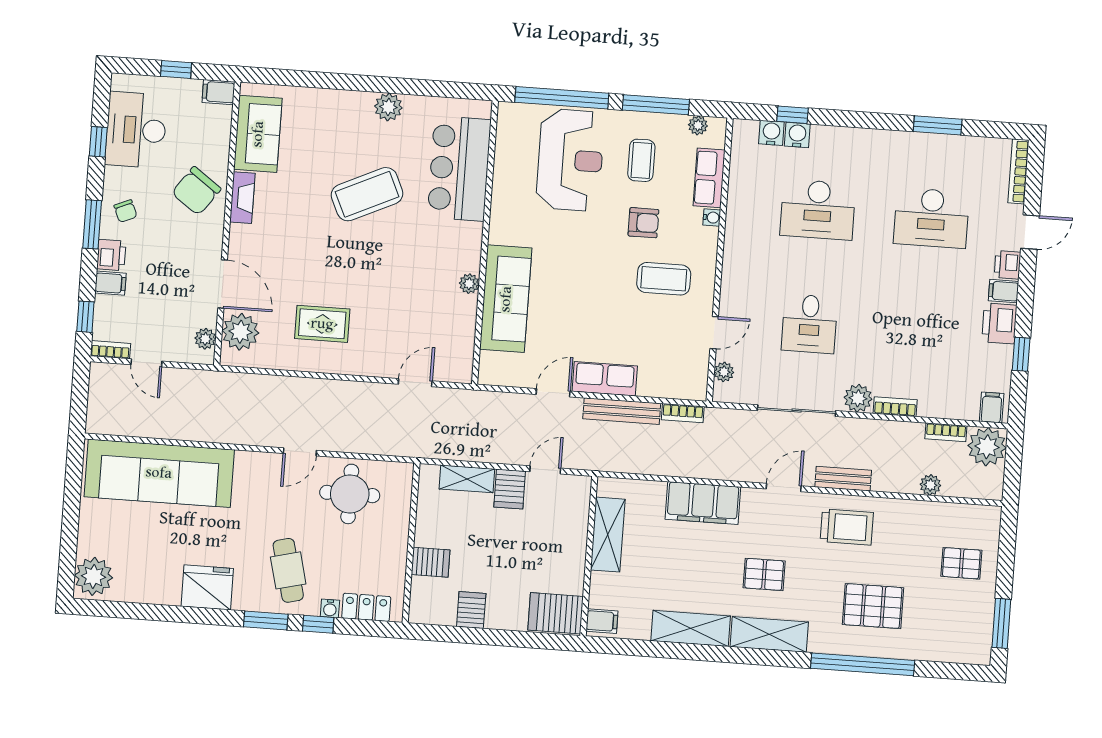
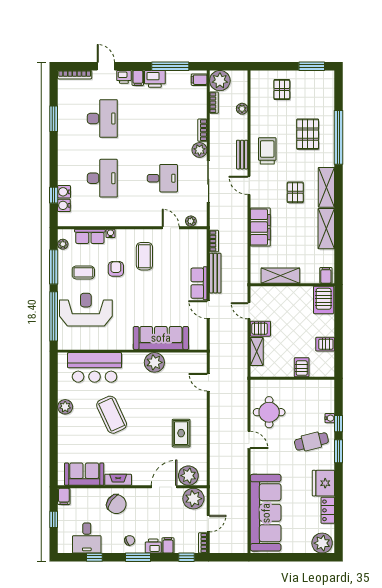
desk: (136, 130) -> (87, 538), width x0.73
plant: (469, 284) -> (154, 362), width x1.88, depth x1.88
plant: (205, 339) -> (193, 499), width x1.88, depth x1.88
window: (1021, 354) -> (170, 66), width x2.17
locker: (366, 607) -> (328, 510), moved

